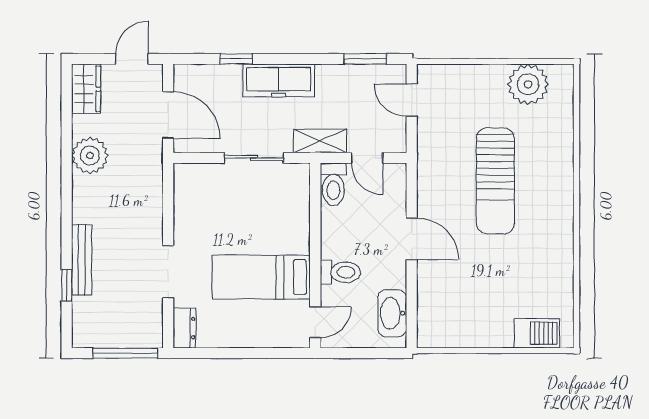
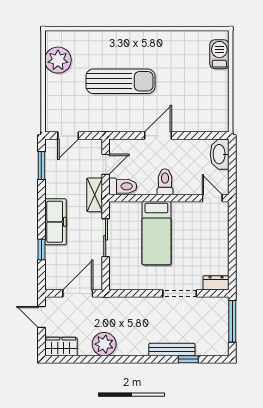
toilet: (340, 272) -> (165, 182), moved
bed: (261, 277) -> (156, 233), moved
washbasin: (392, 313) -> (220, 154), moved, turned 90

